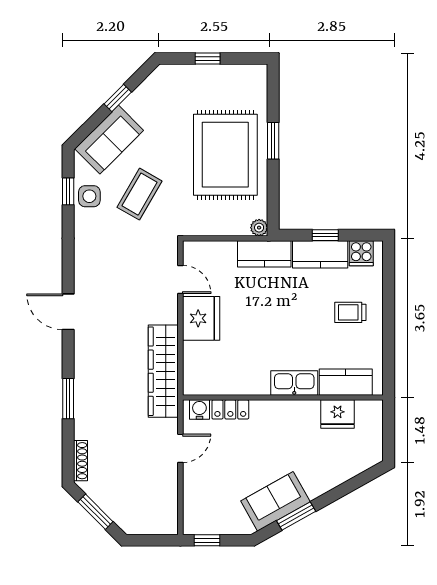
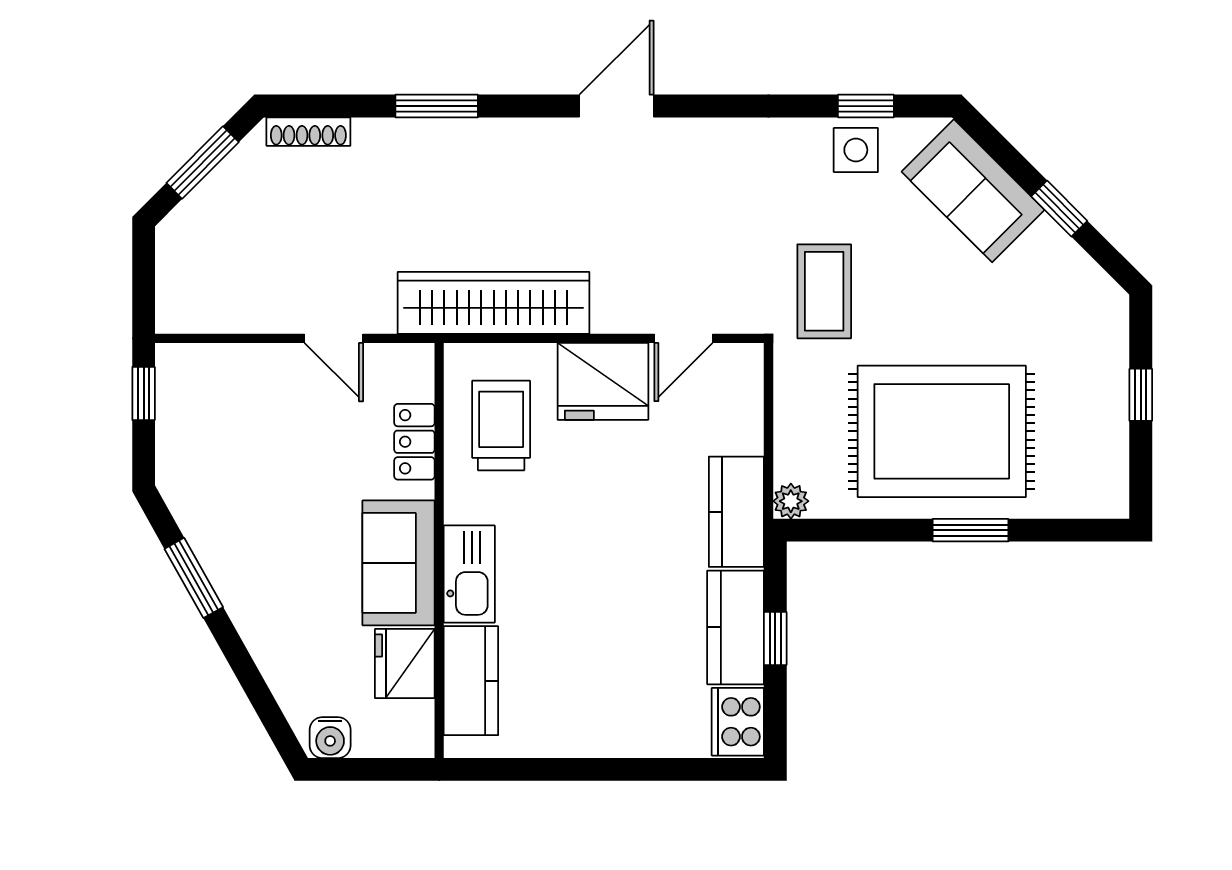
coffee table: (140, 194) -> (824, 291), moved, turned 60
cooker: (361, 253) -> (738, 722), width x1.36
trolley: (350, 312) -> (501, 426), moved, width x1.36, depth x1.39
water cooler: (199, 410) -> (330, 738), moved, turned 90
sofa: (275, 501) -> (398, 563), moved, turned -151

